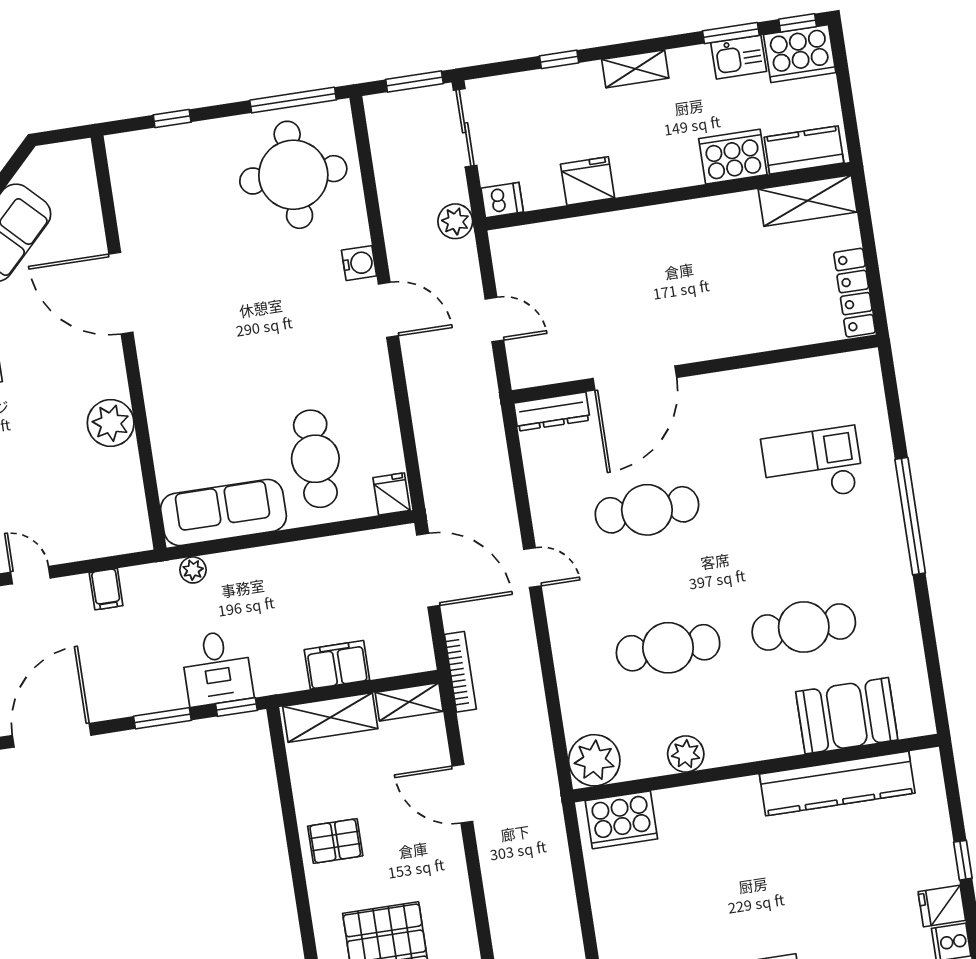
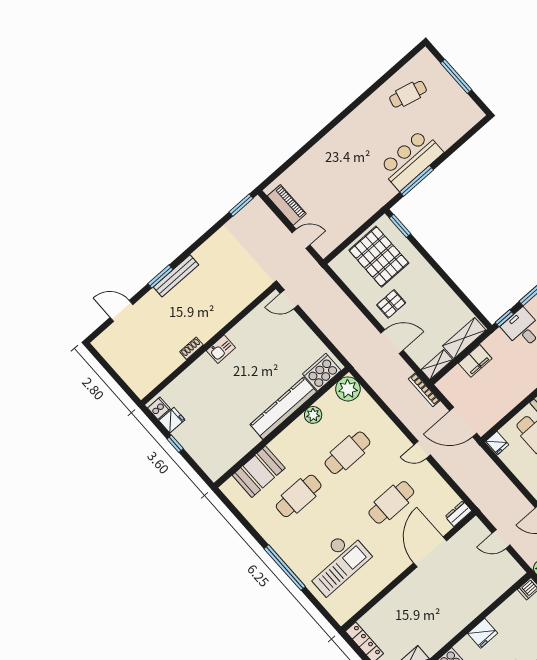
fridge: (588, 181) -> (483, 633), moved
dresser: (552, 412) -> (458, 514), width x0.70
checkout: (813, 465) -> (337, 563), width x1.36, depth x1.21
kitchen counter: (837, 784) -> (283, 408), moved
pallet: (335, 841) -> (391, 304), moved

